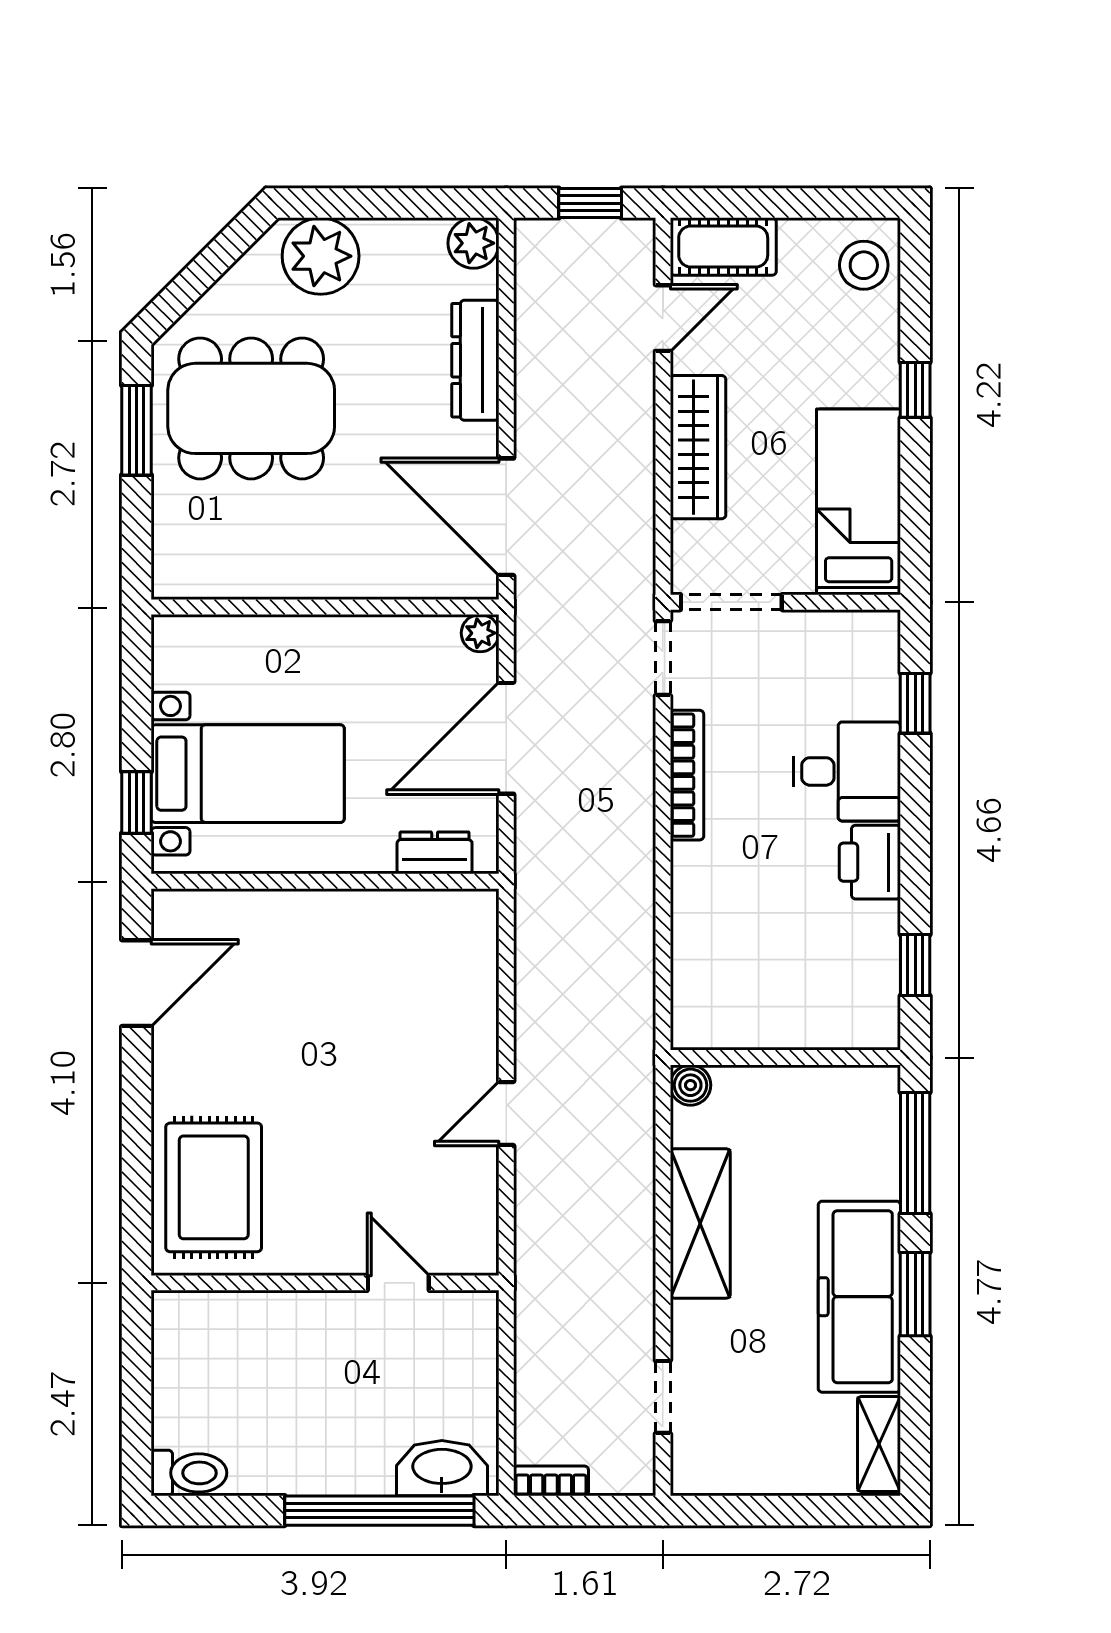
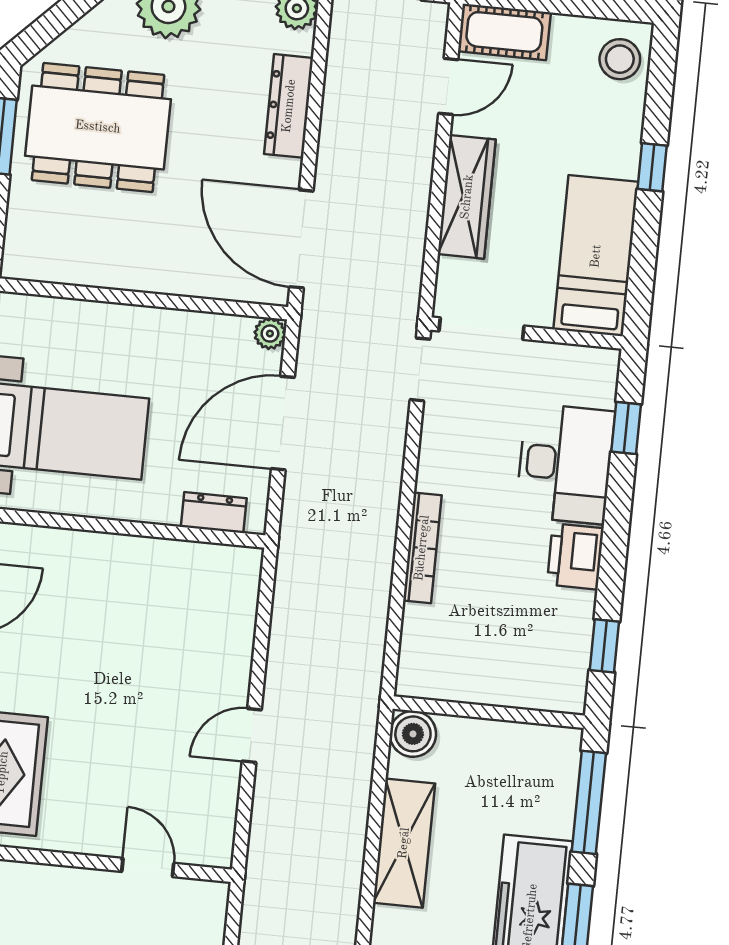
desk: (847, 771) -> (565, 464), width x1.37
bookcase: (687, 775) -> (422, 548), moved
boiler: (690, 1085) -> (413, 734), width x1.36, depth x1.36

